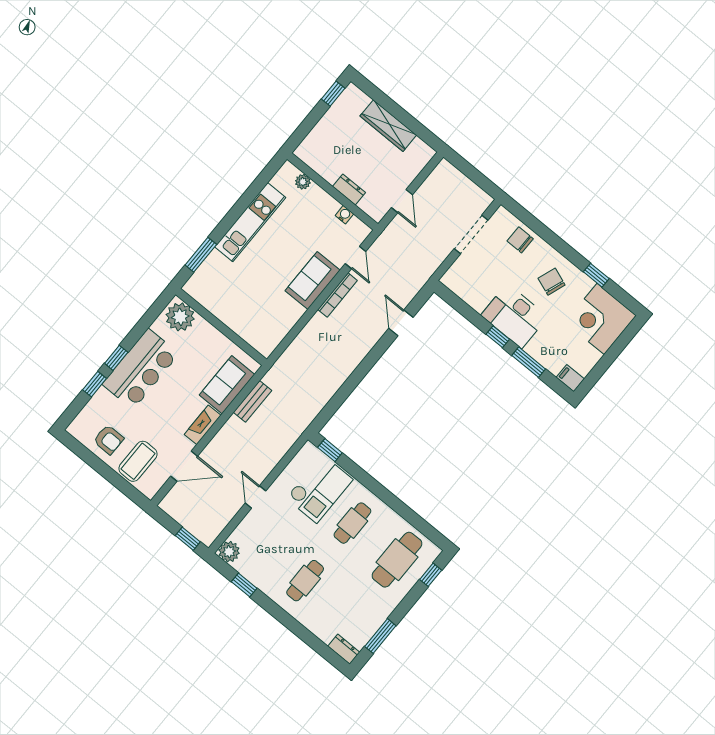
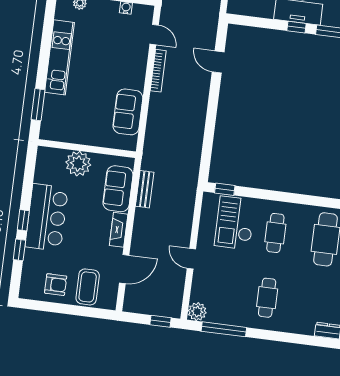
sofa: (313, 281) -> (128, 112), moved
plant: (180, 317) -> (78, 164), moved
checkout: (319, 489) -> (235, 223), turned 180
window: (244, 585) -> (224, 329), width x2.17

